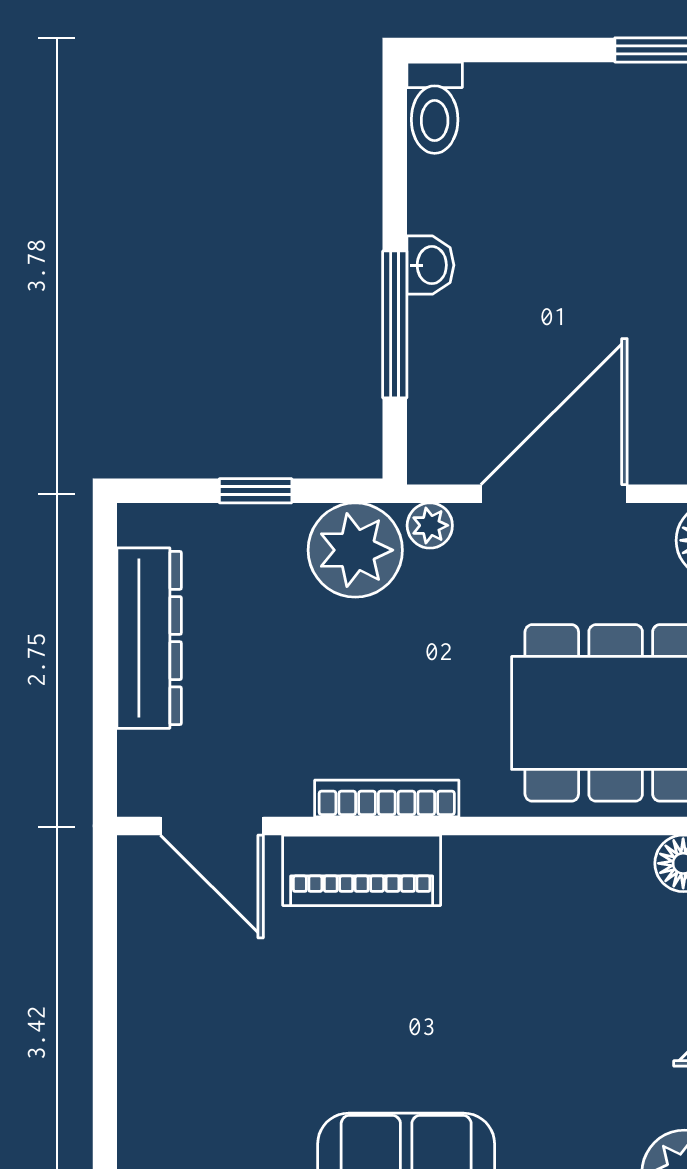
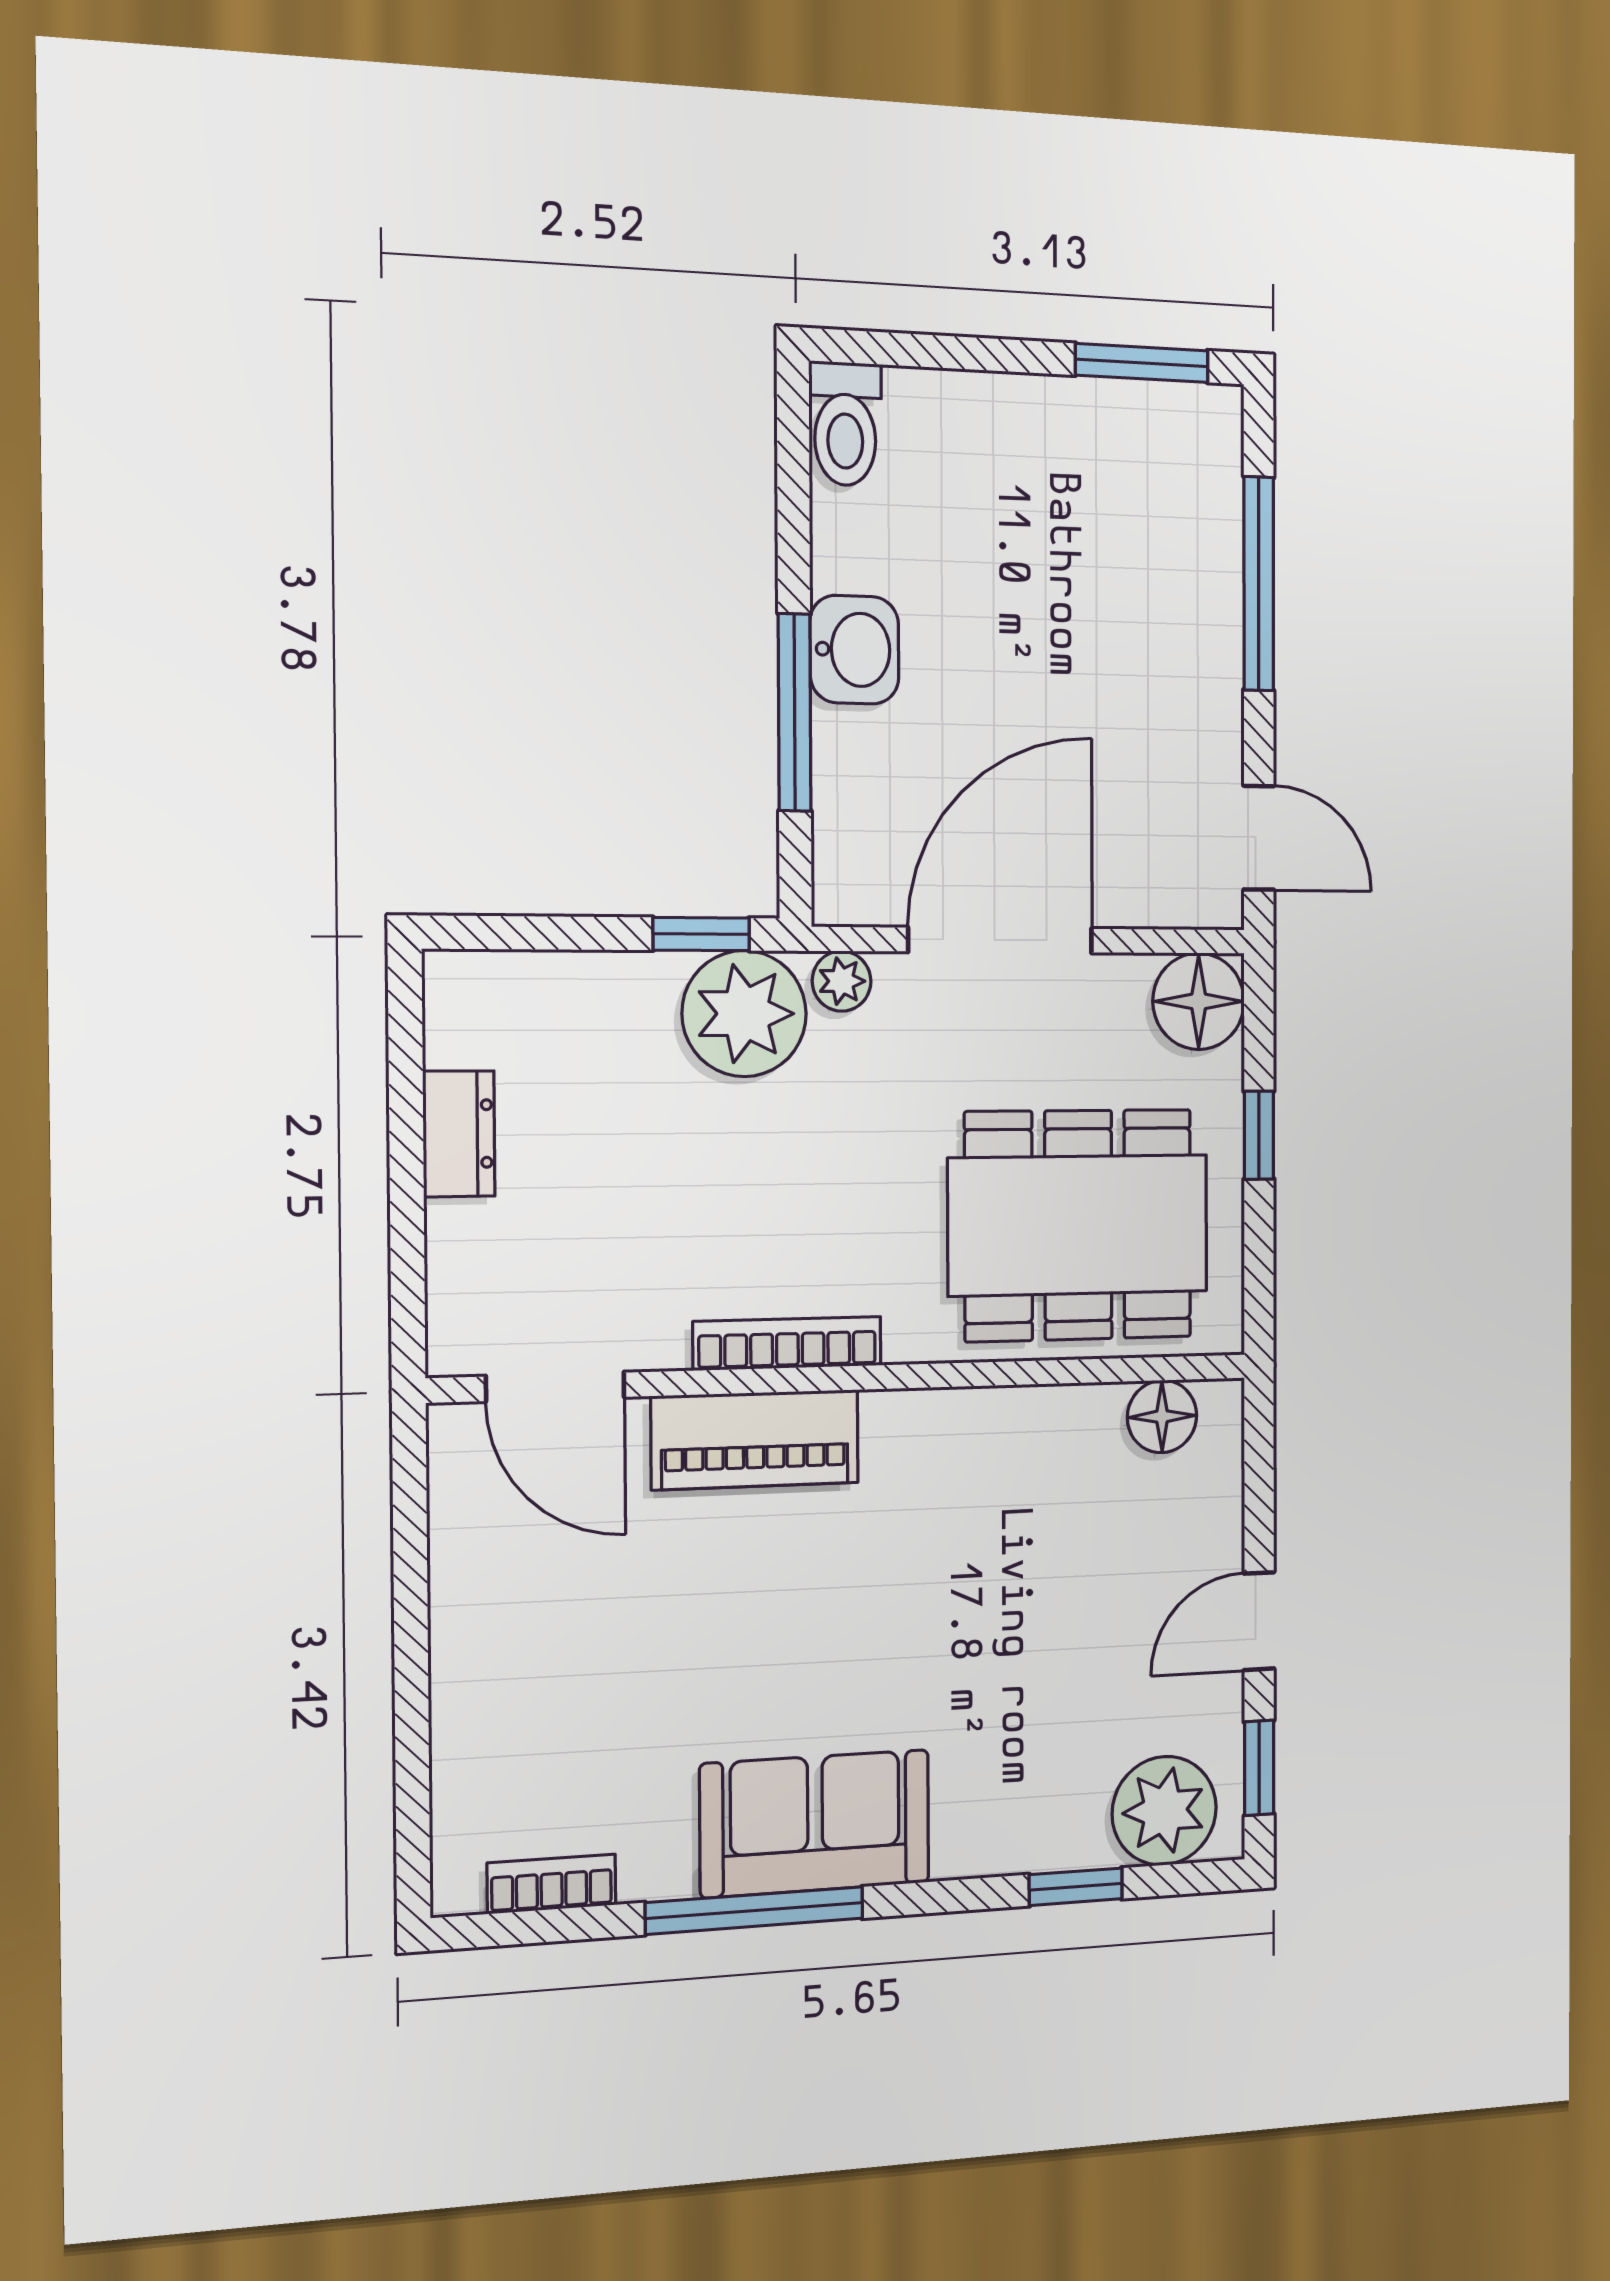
washbasin: (430, 265) -> (854, 650), width x1.38, depth x1.45
window: (256, 491) -> (701, 934), moved
dresser: (149, 638) -> (459, 1134), width x0.51, depth x0.80

